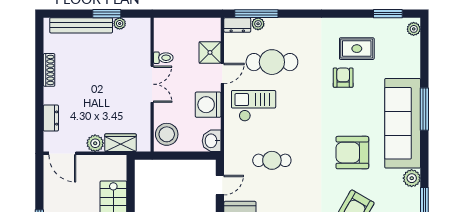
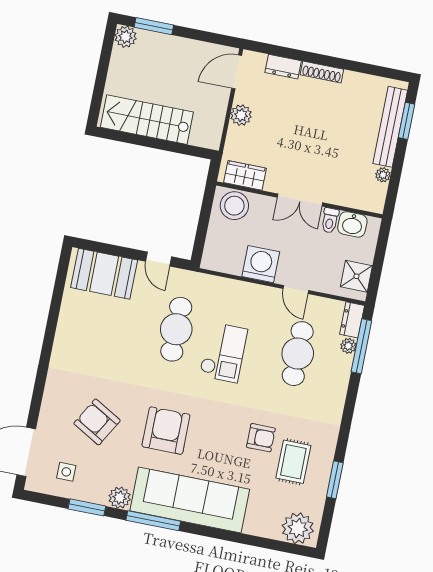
window: (107, 14) -> (406, 121), moved
window: (388, 14) -> (335, 480), moved
plant: (414, 29) -> (298, 528), width x1.87, depth x1.87
shower: (210, 52) -> (356, 276), moved
shoe rack: (49, 70) -> (322, 72), moved
checkout: (254, 106) -> (223, 352), moved
window: (424, 109) -> (153, 521), moved
washbasin: (212, 141) -> (352, 224), moved, turned 180
wardrobe: (121, 143) -> (245, 175), moved, turned -90
cafe table: (272, 160) -> (176, 329), width x1.37, depth x1.35

